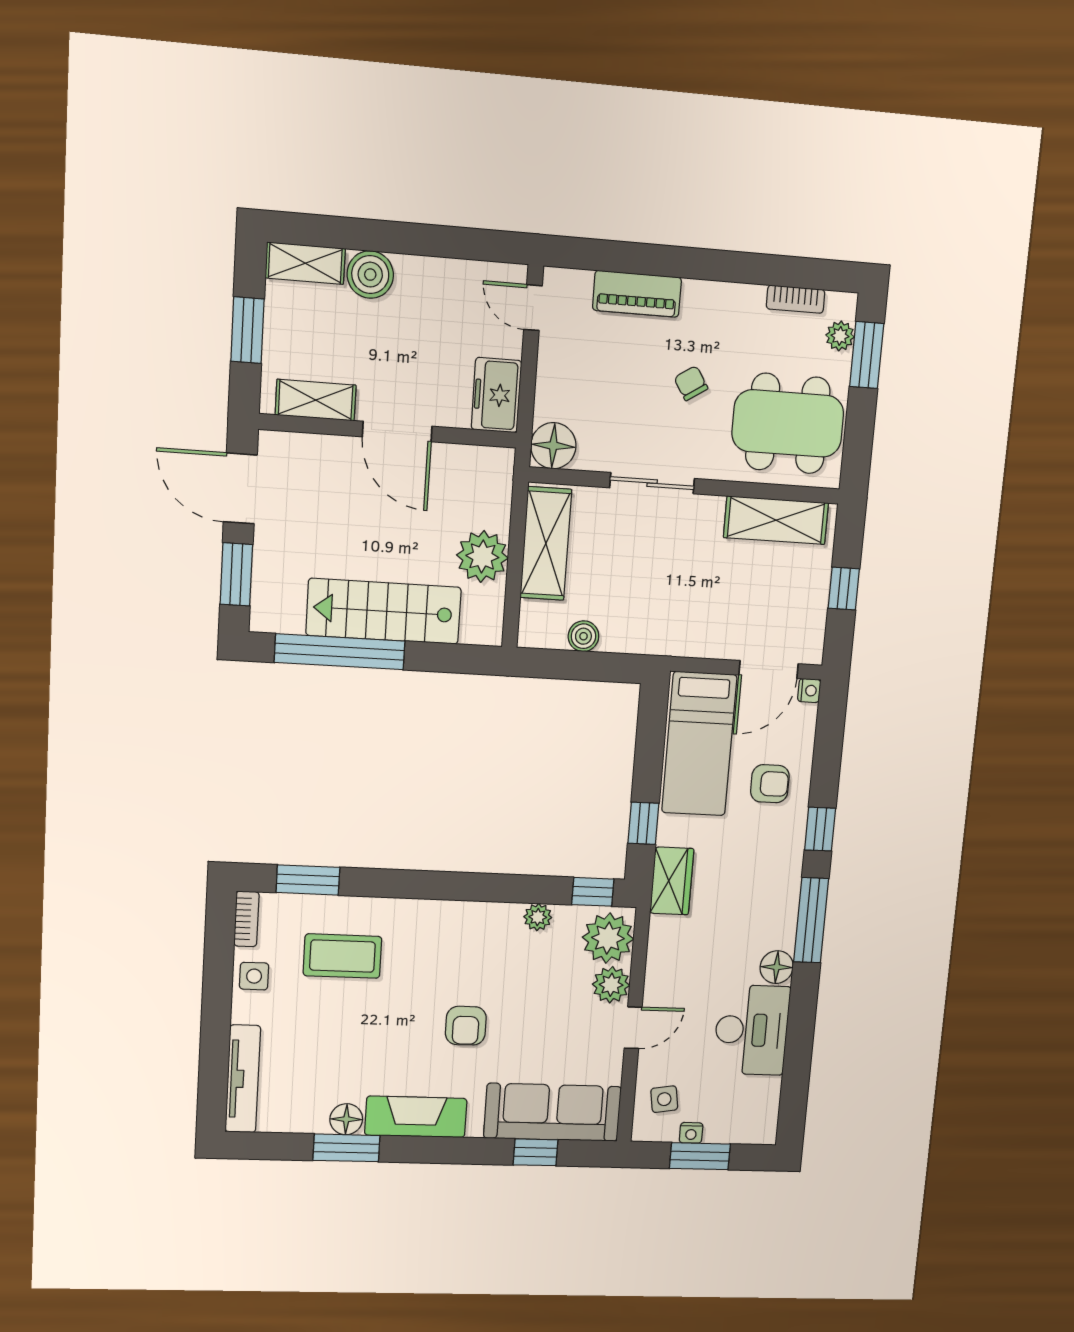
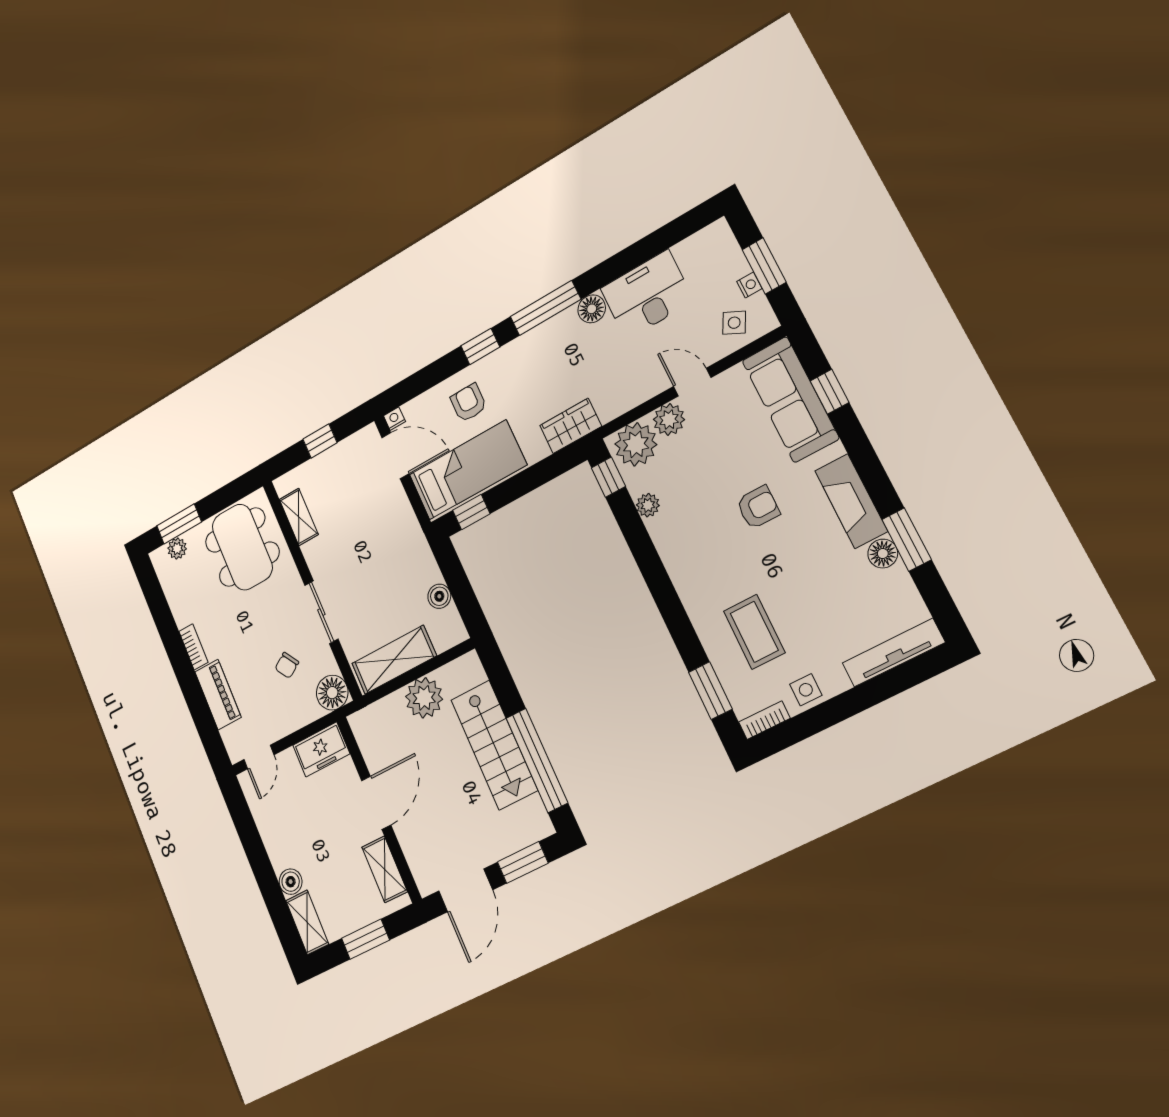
boiler: (370, 275) -> (291, 882), width x0.73, depth x0.73
bookcase: (796, 299) -> (193, 647), moved
chair: (691, 383) -> (287, 665), moved
shelving: (776, 520) -> (299, 517), width x0.67, depth x0.75
window: (643, 823) -> (471, 512), moved
side table: (664, 1099) -> (734, 323), turned 36

